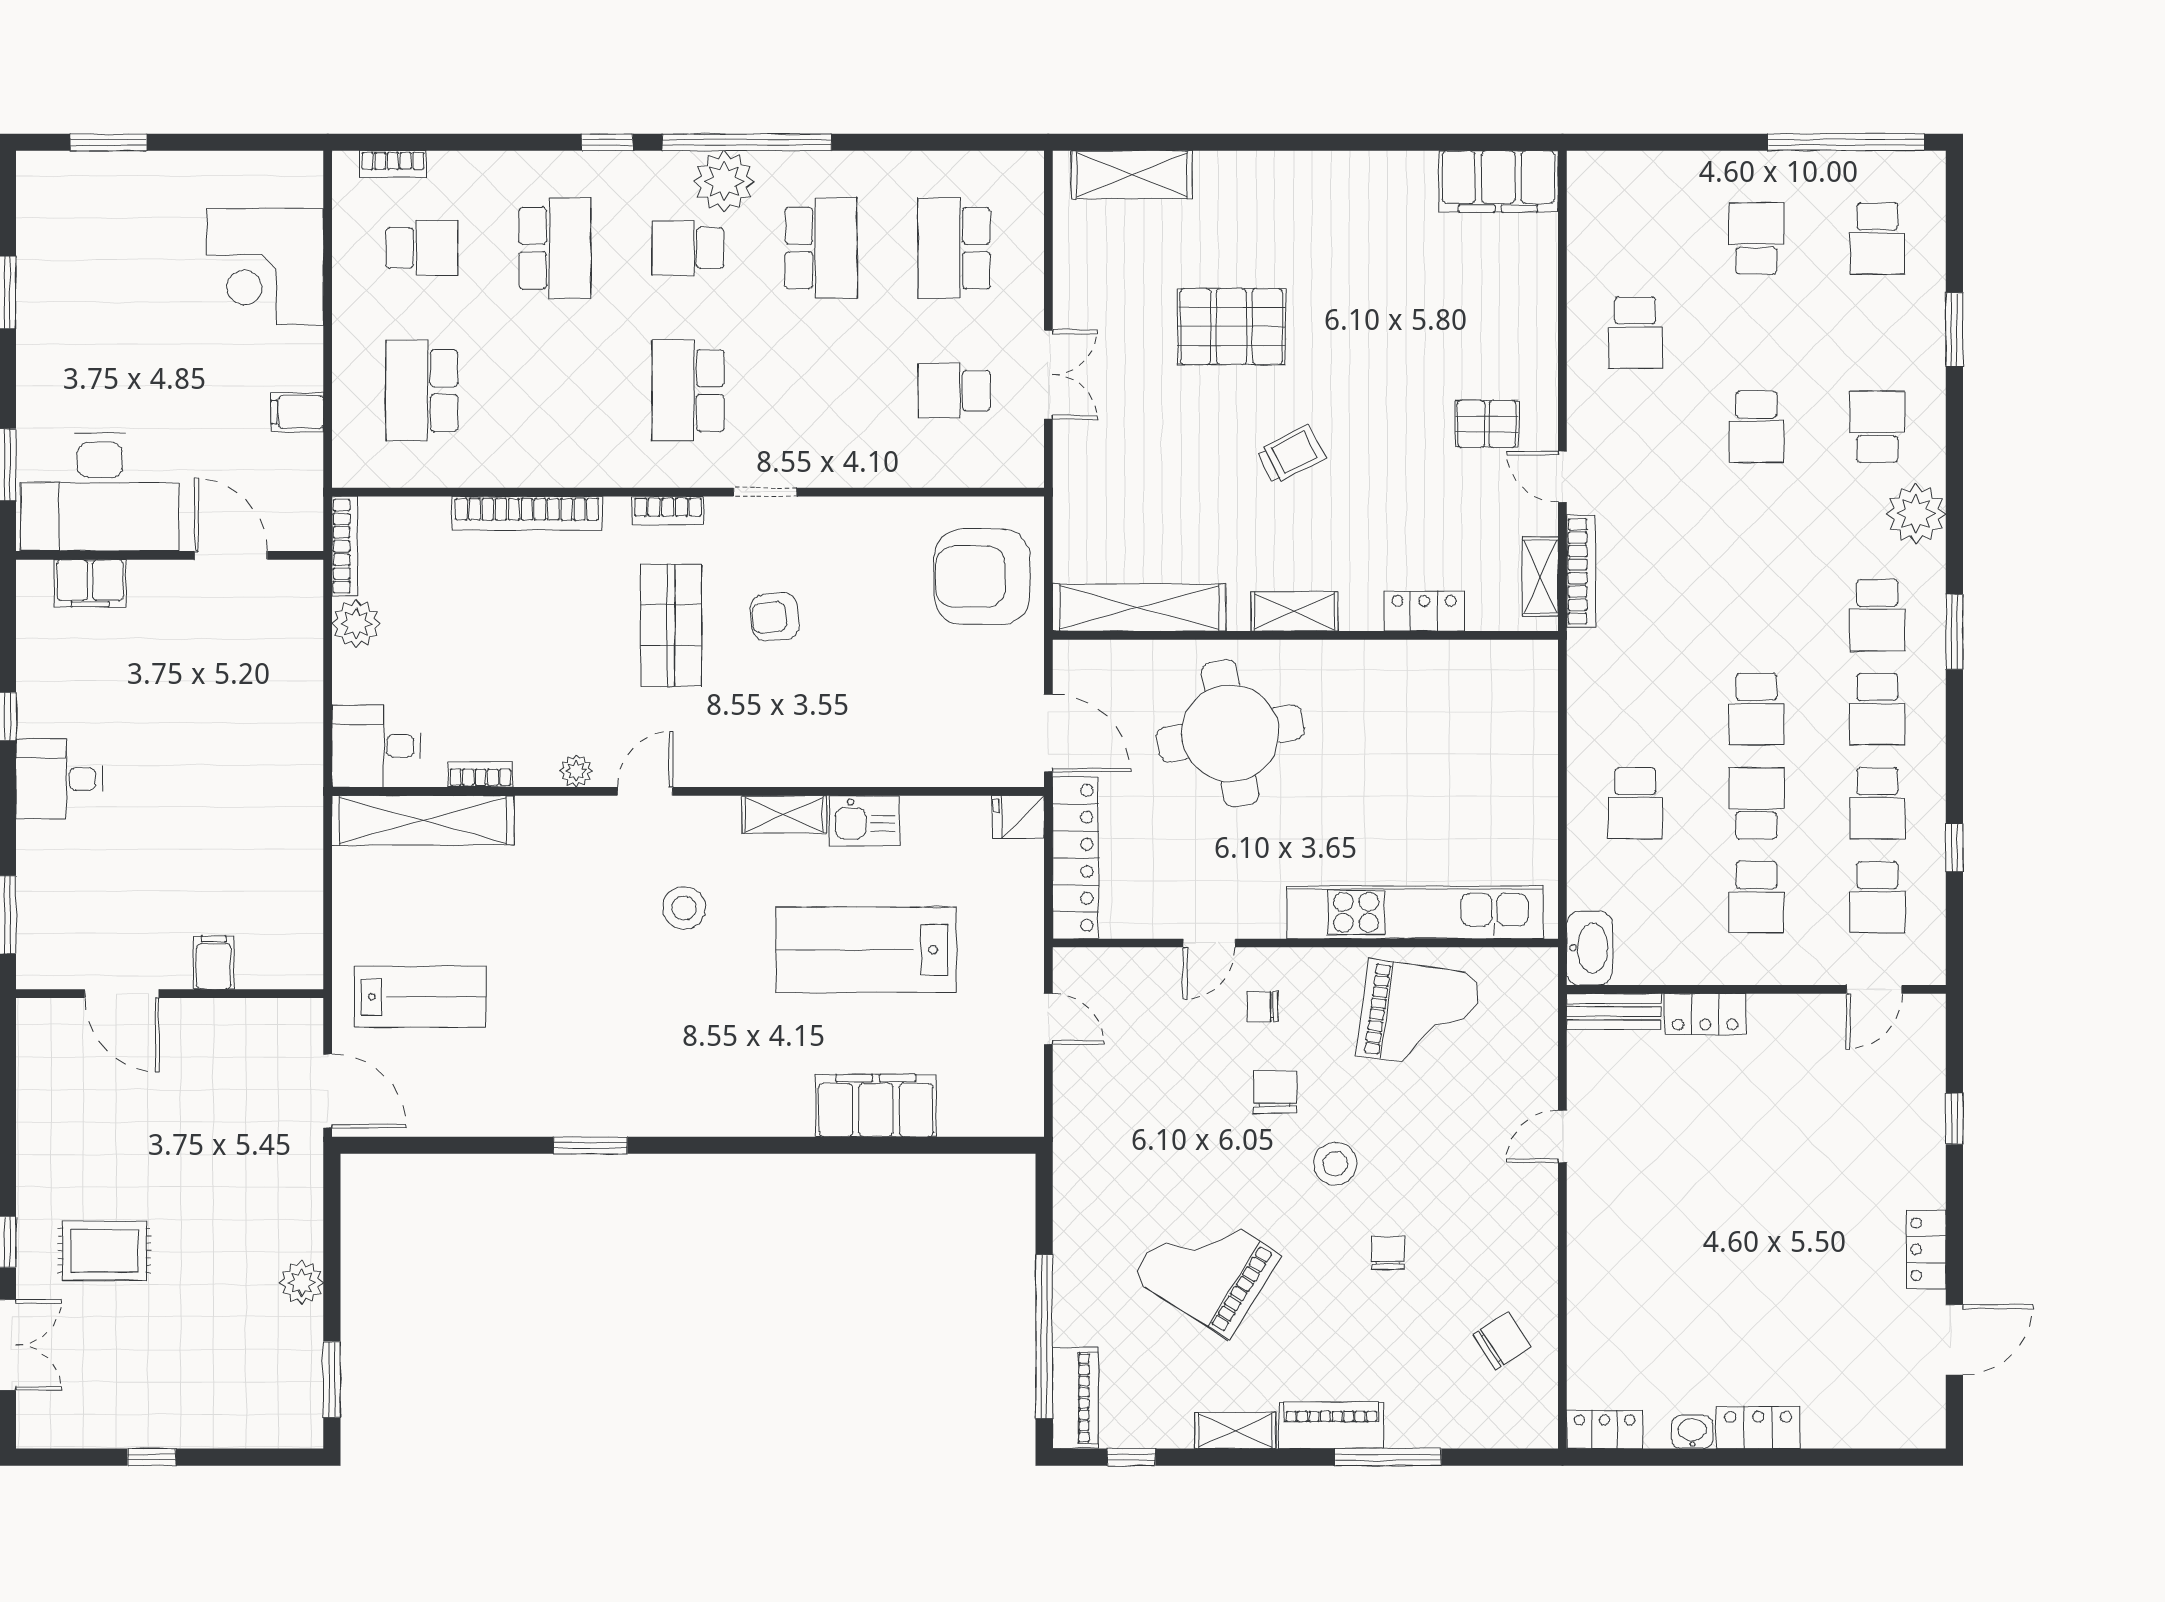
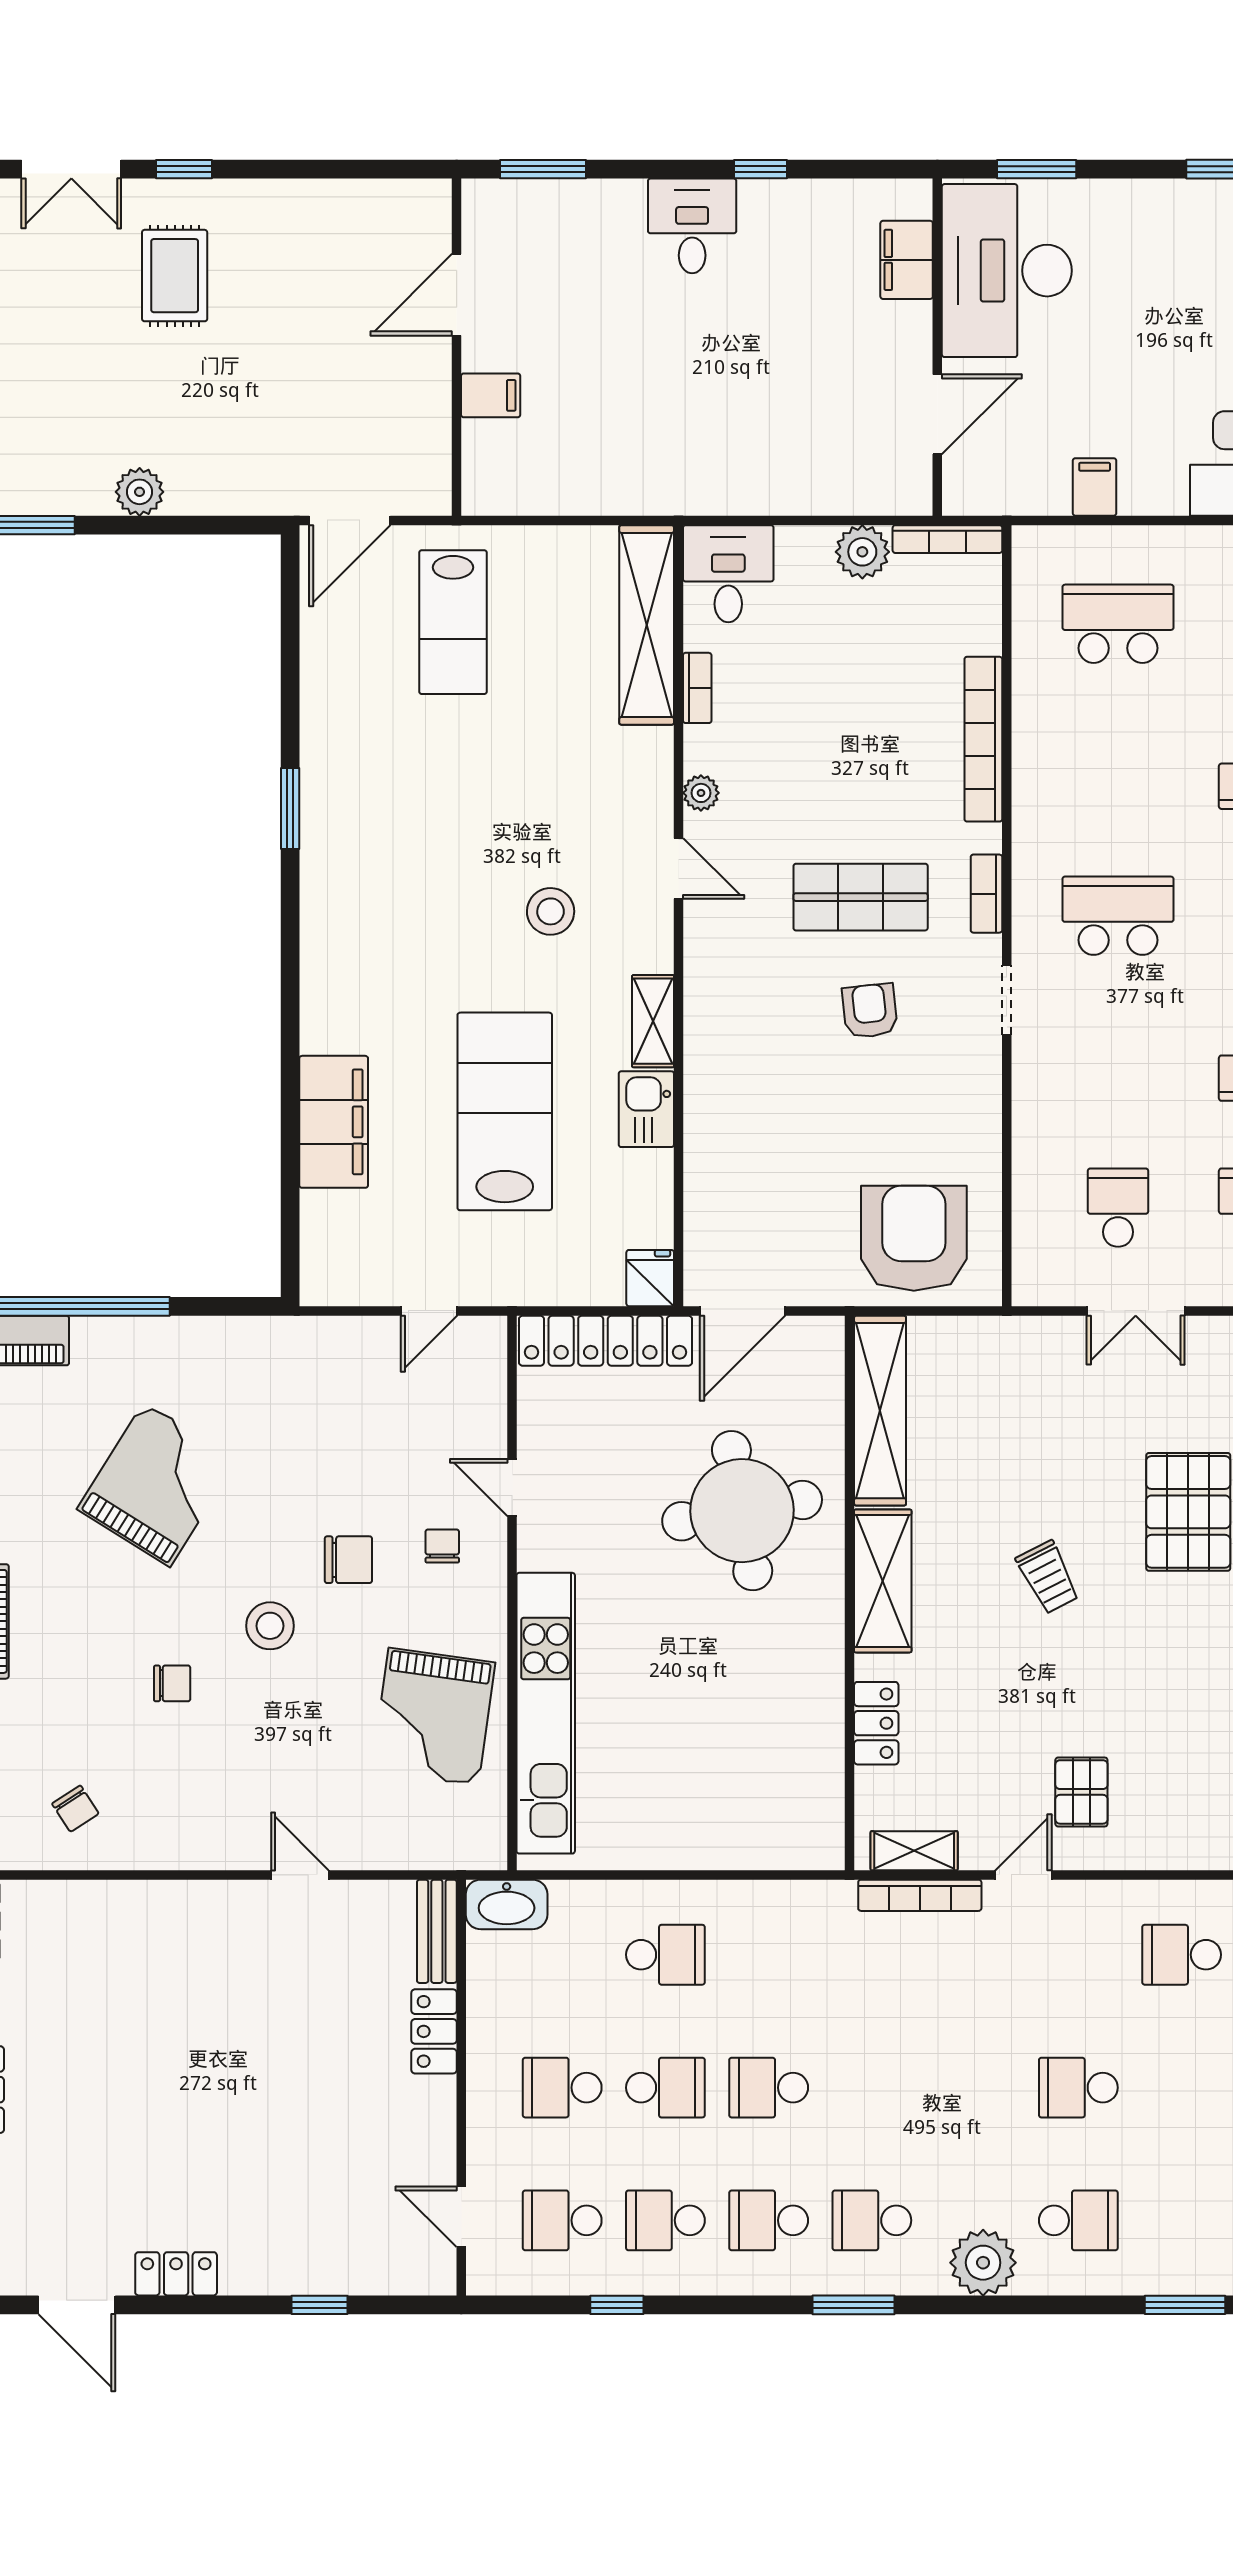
shelving: (1294, 612) -> (883, 1581), width x1.50, depth x1.33
school desk: (1635, 803) -> (665, 1955), turned 180
chair: (1502, 1341) -> (75, 1809), width x0.73, depth x0.73

